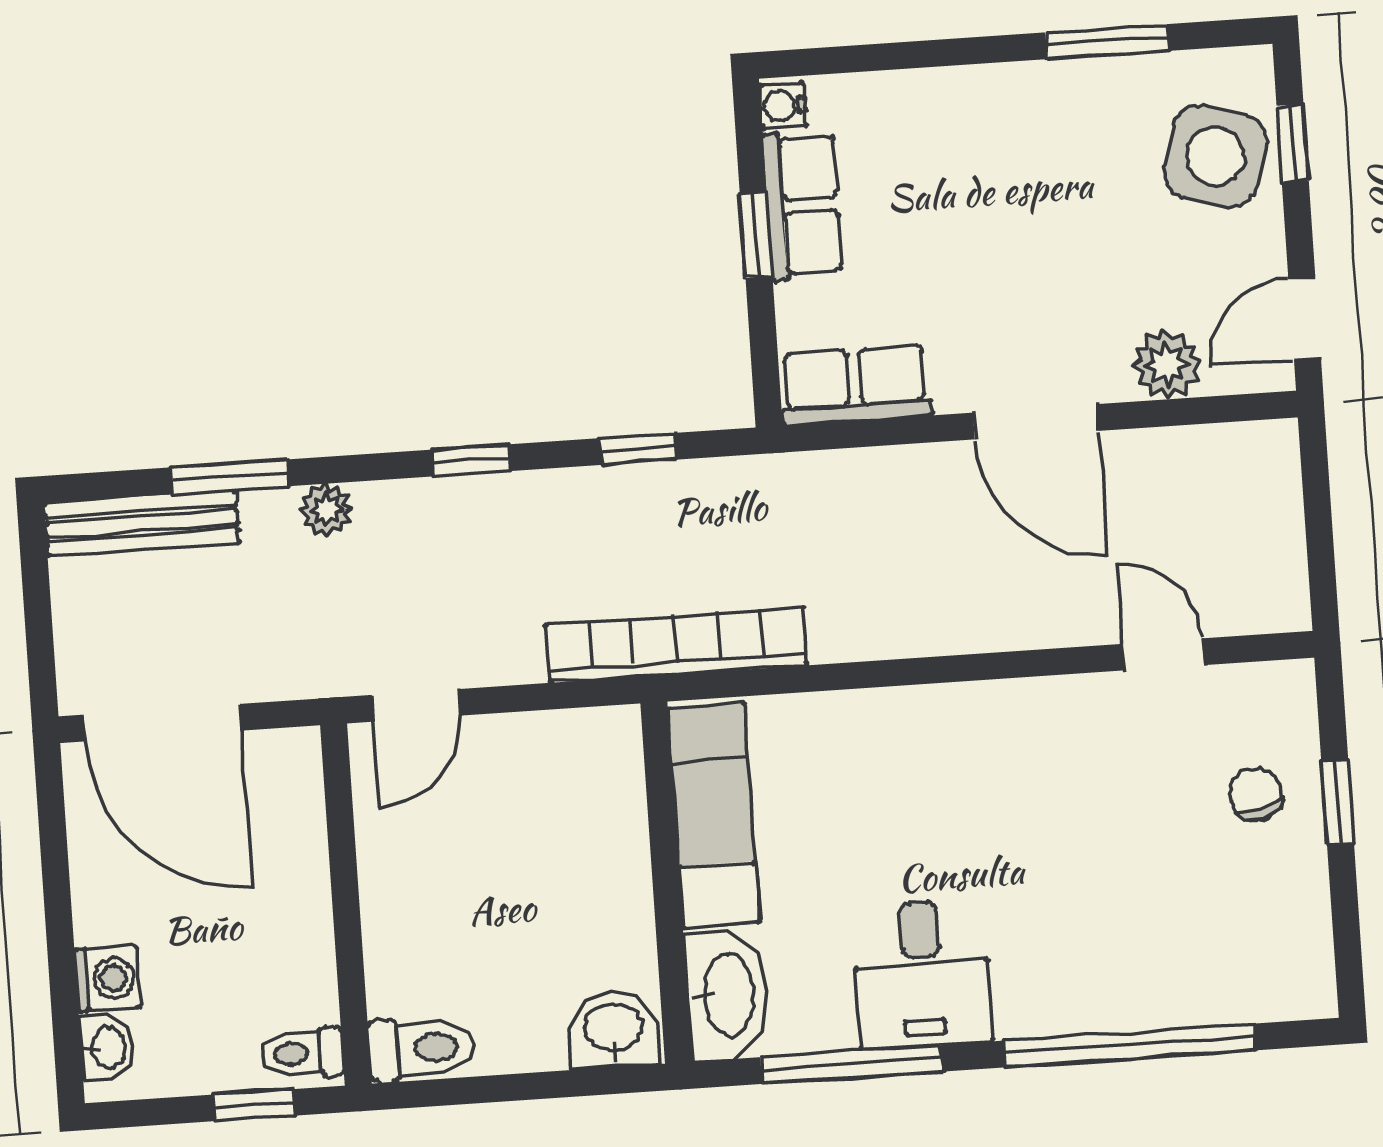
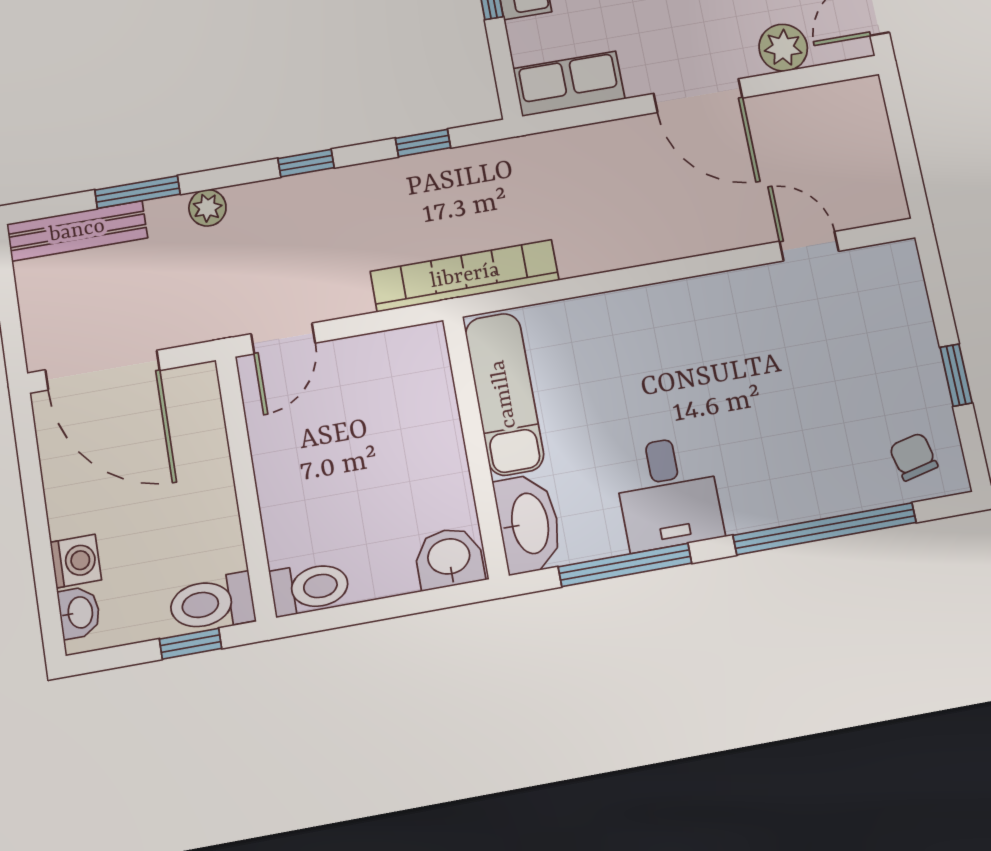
chair: (1256, 794) -> (913, 457), moved
window: (1338, 803) -> (956, 375), moved
toilet: (302, 1053) -> (212, 603), width x1.37, depth x1.39

